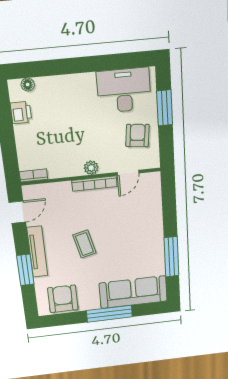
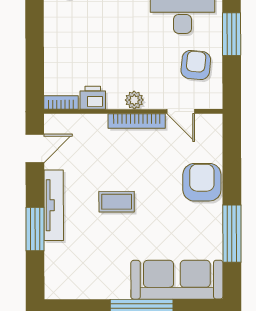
printer: (21, 113) -> (93, 98), moved, turned -90
door: (128, 173) -> (181, 111), hinge flipped
coffee table: (84, 244) -> (117, 202), turned -76
armchair: (63, 299) -> (202, 182), moved

